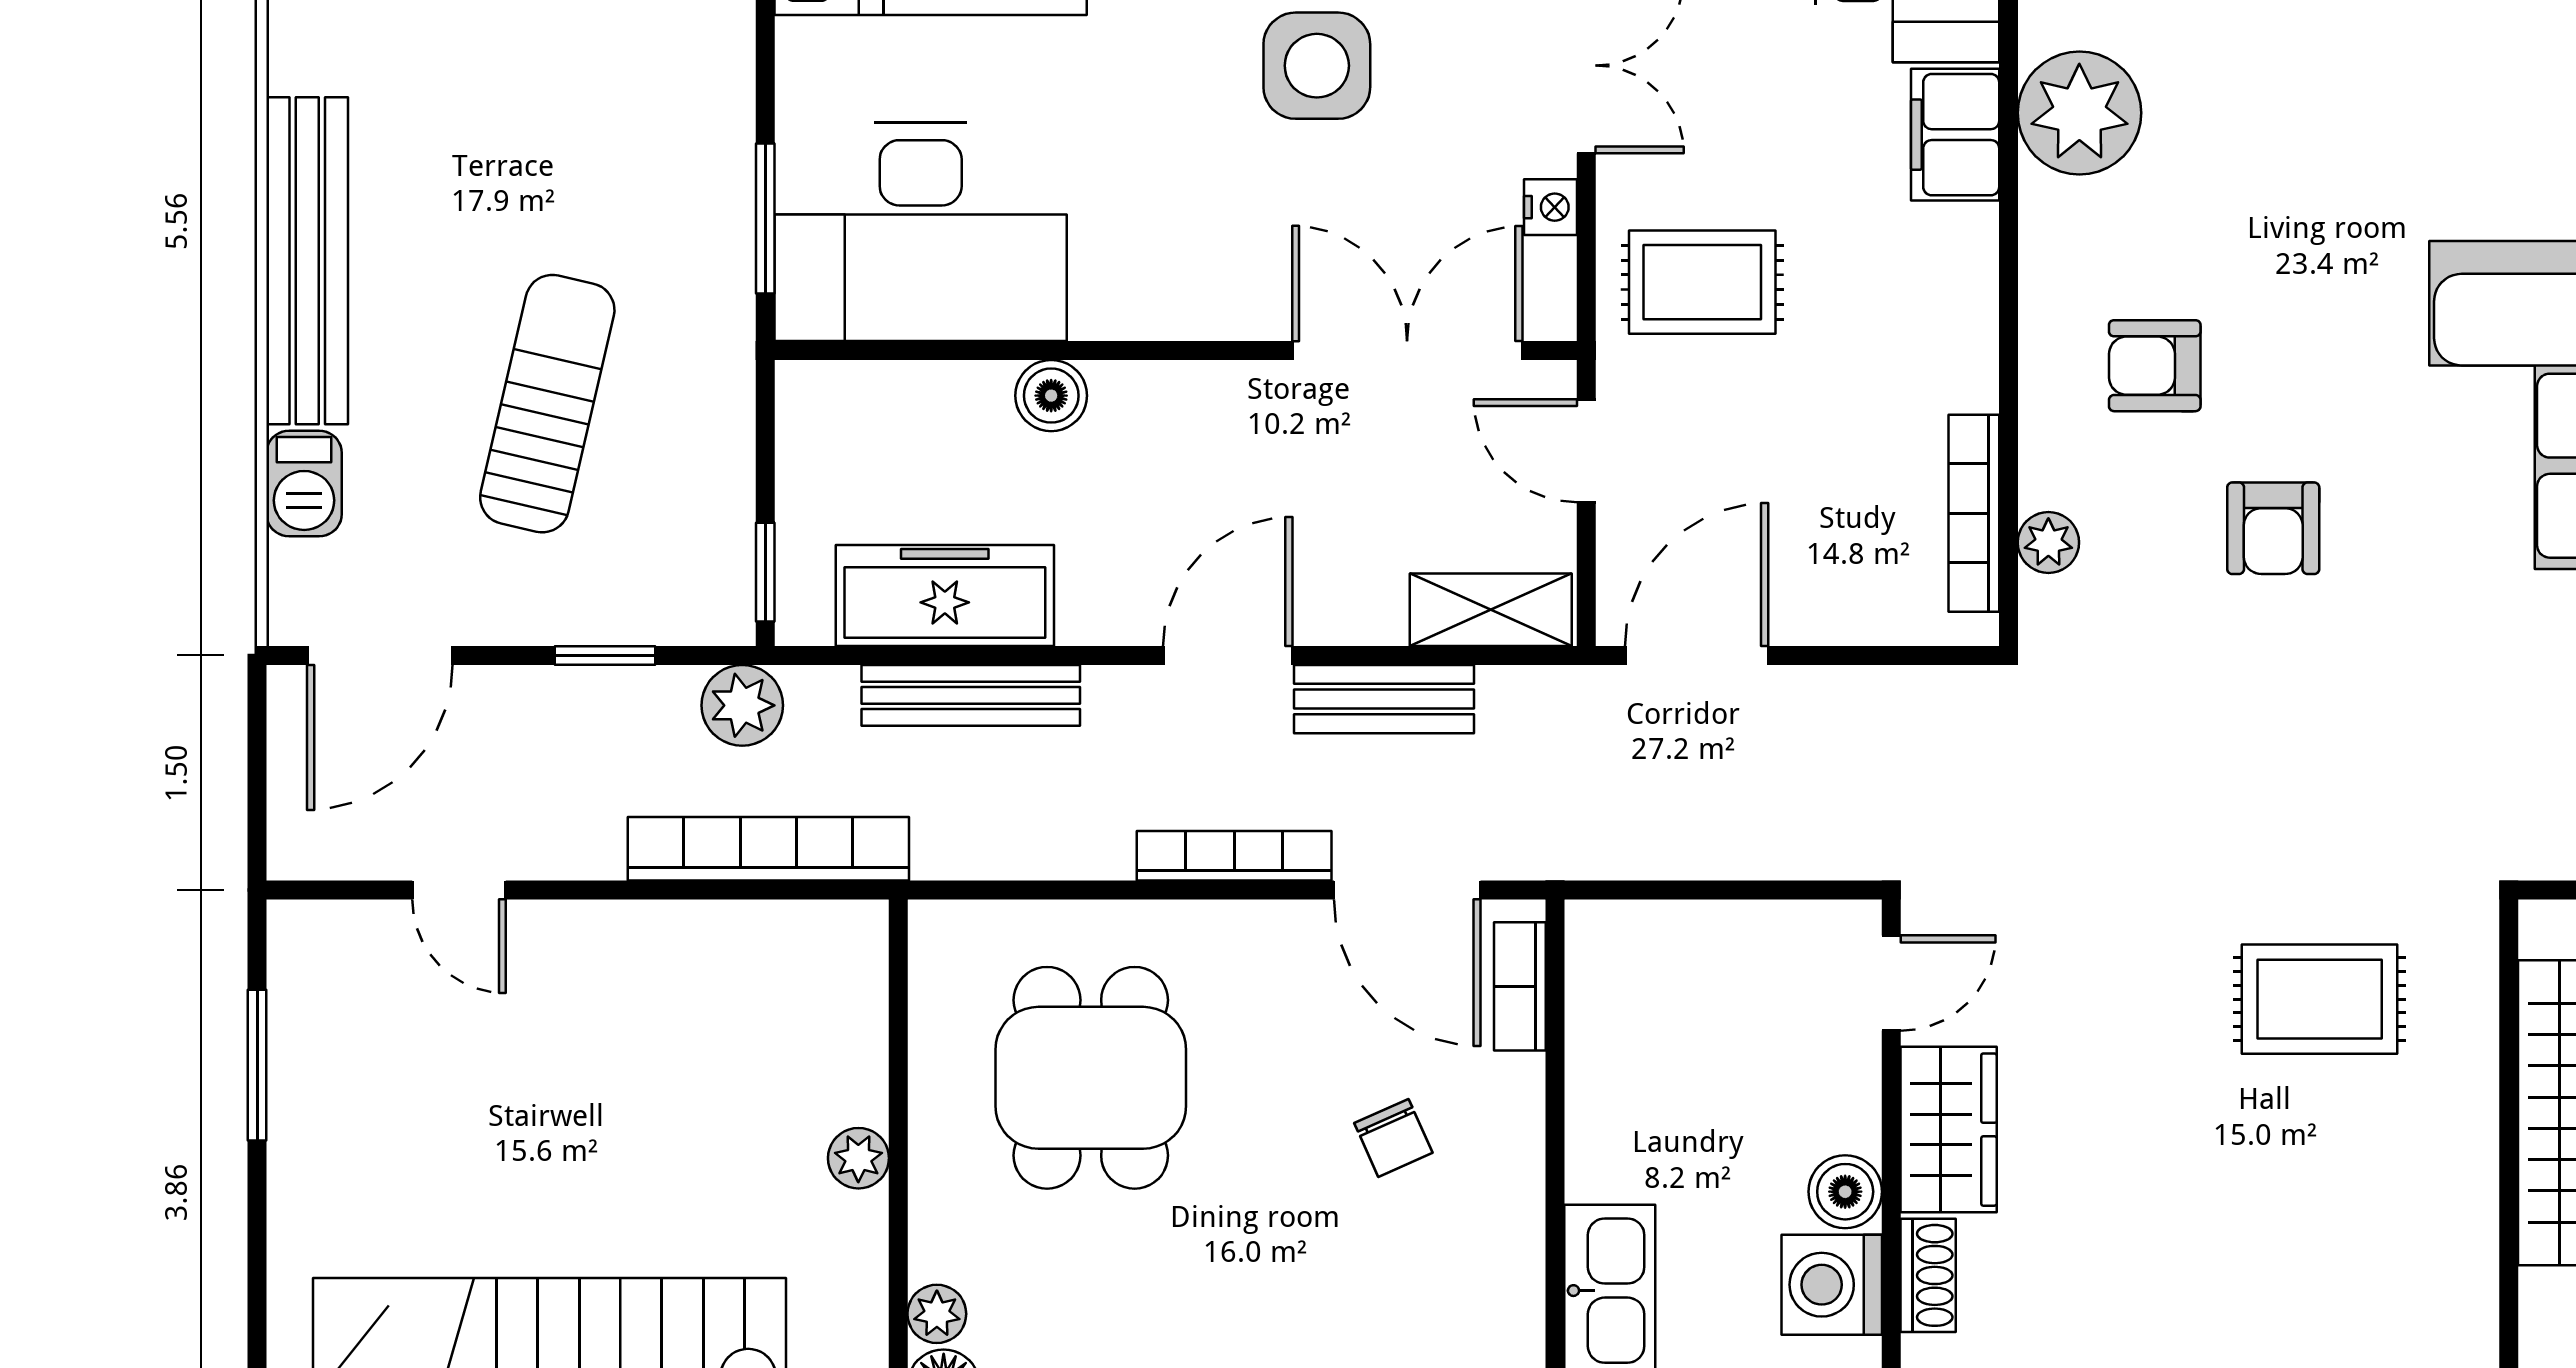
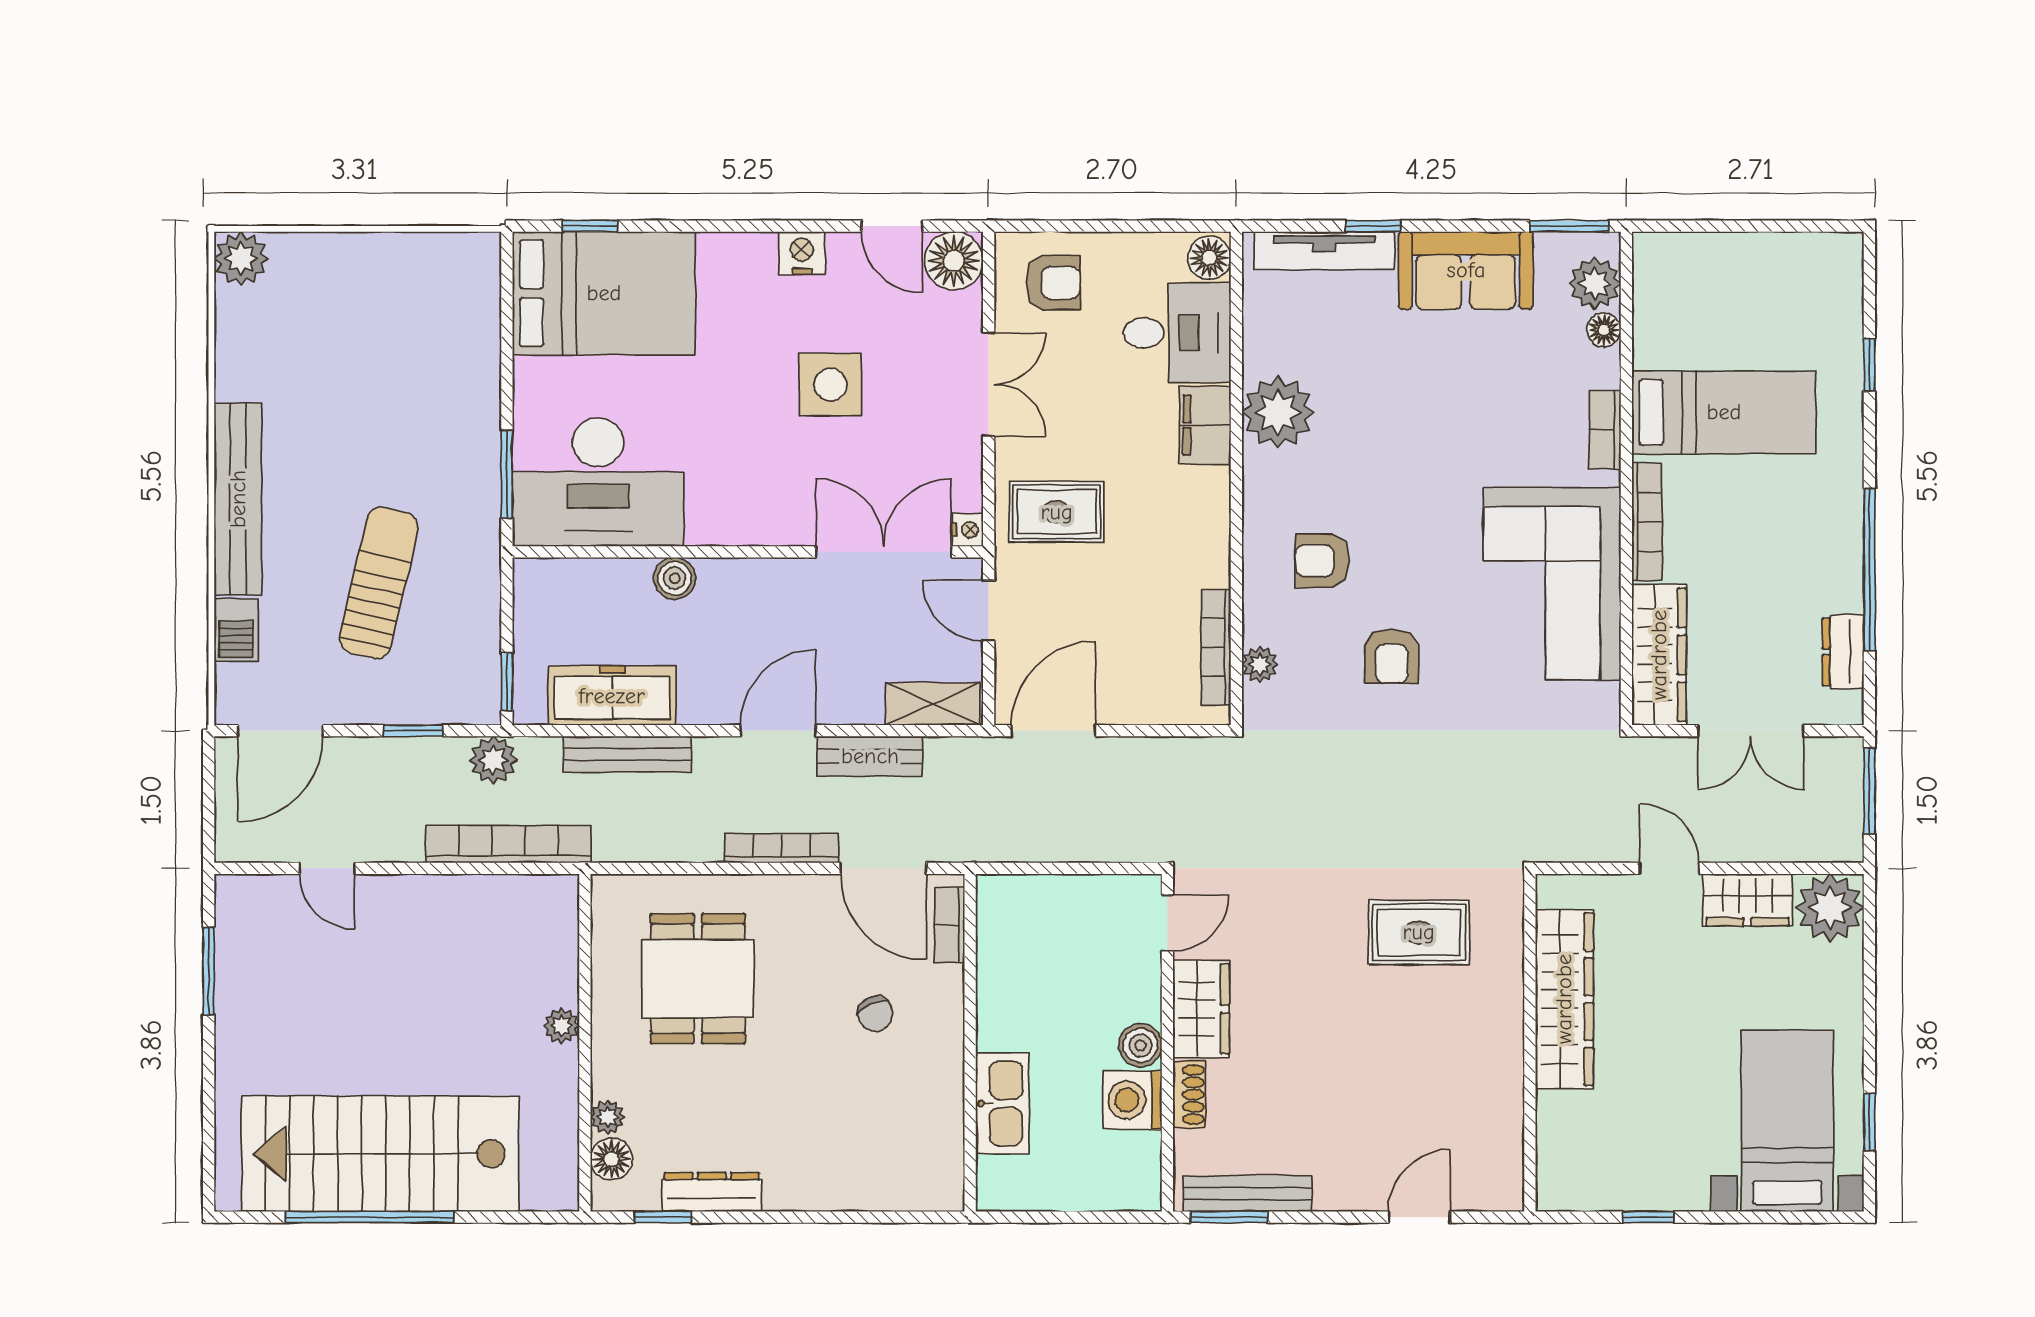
nightstand: (1551, 207) -> (968, 530), moved

